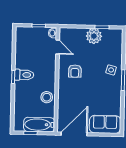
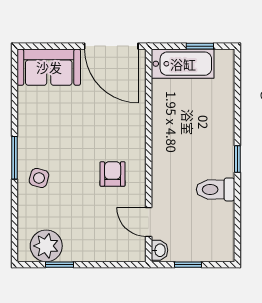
plant: (94, 36) -> (46, 246), moved
toilet: (24, 75) -> (215, 189), moved
stool: (47, 97) -> (168, 120), removed
door: (74, 134) -> (111, 46), hinge flipped

